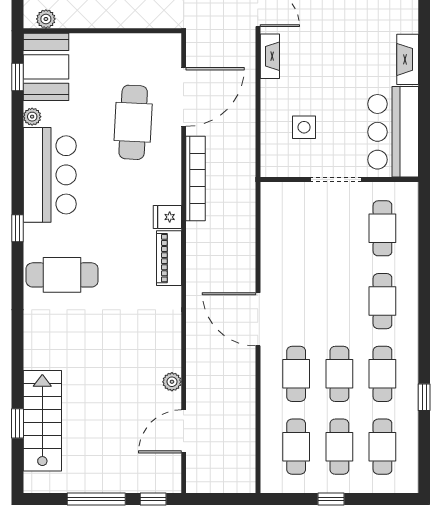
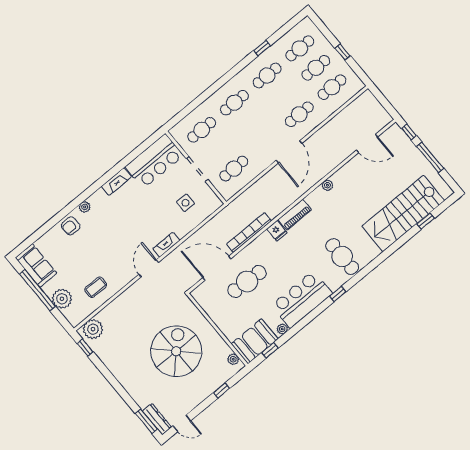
cafe table: (339, 374) -> (234, 169), moved
plant: (172, 382) -> (327, 185), moved
stairs: (42, 421) -> (403, 213), width x1.36, depth x1.51

